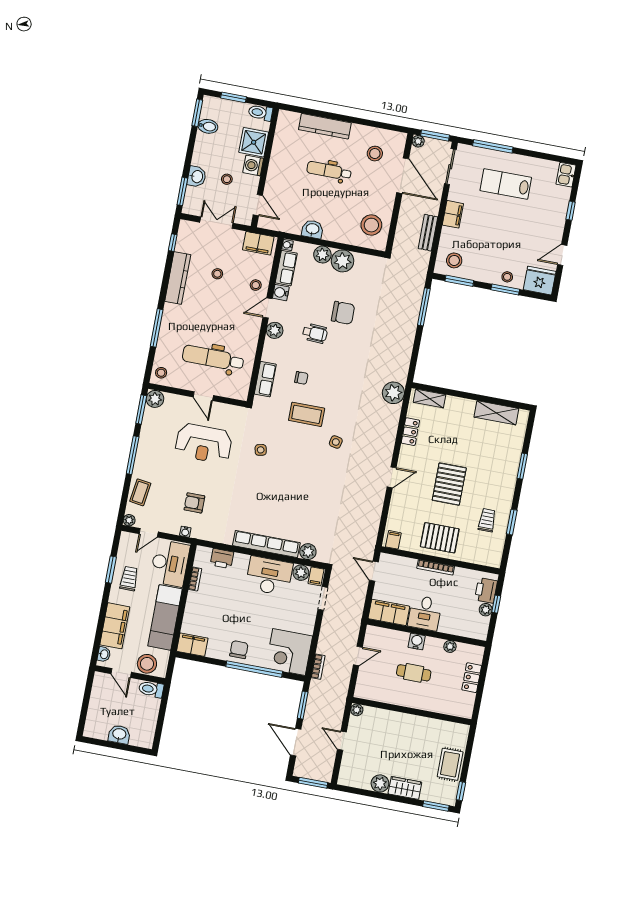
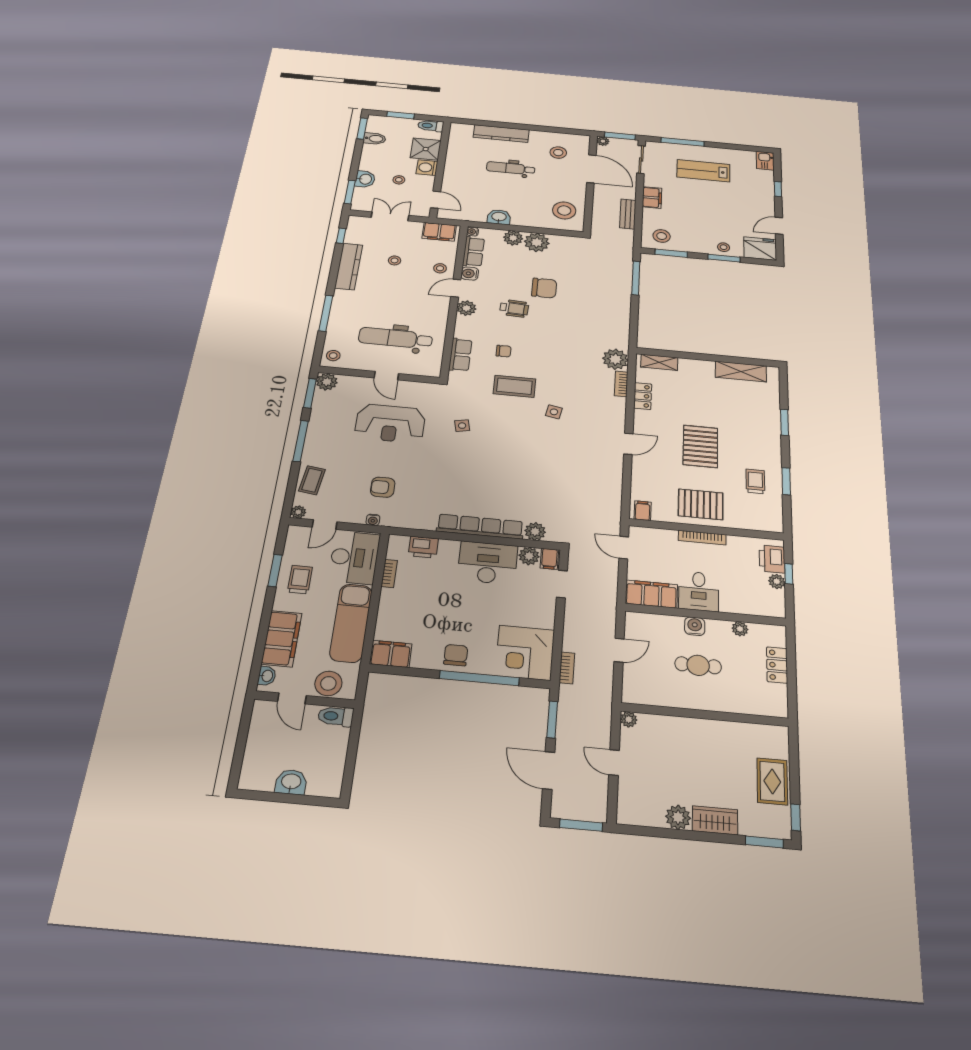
bookcase: (395, 418) -> (621, 384), added

